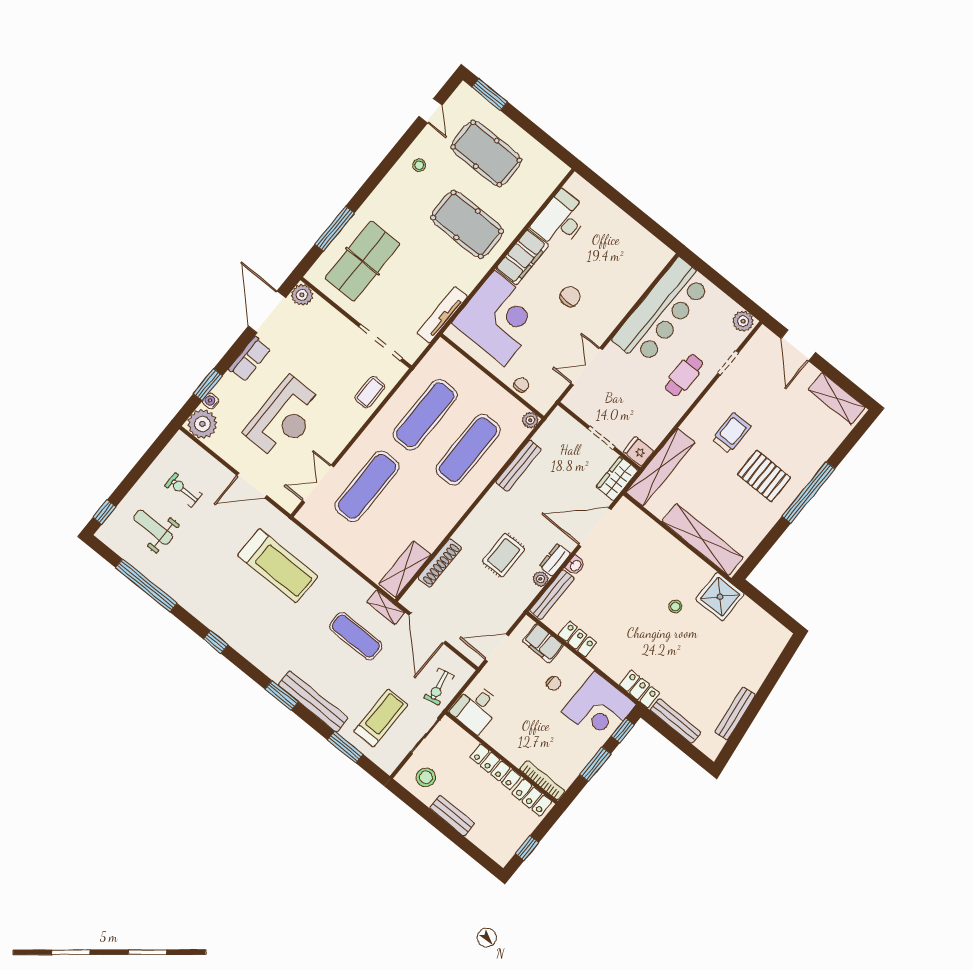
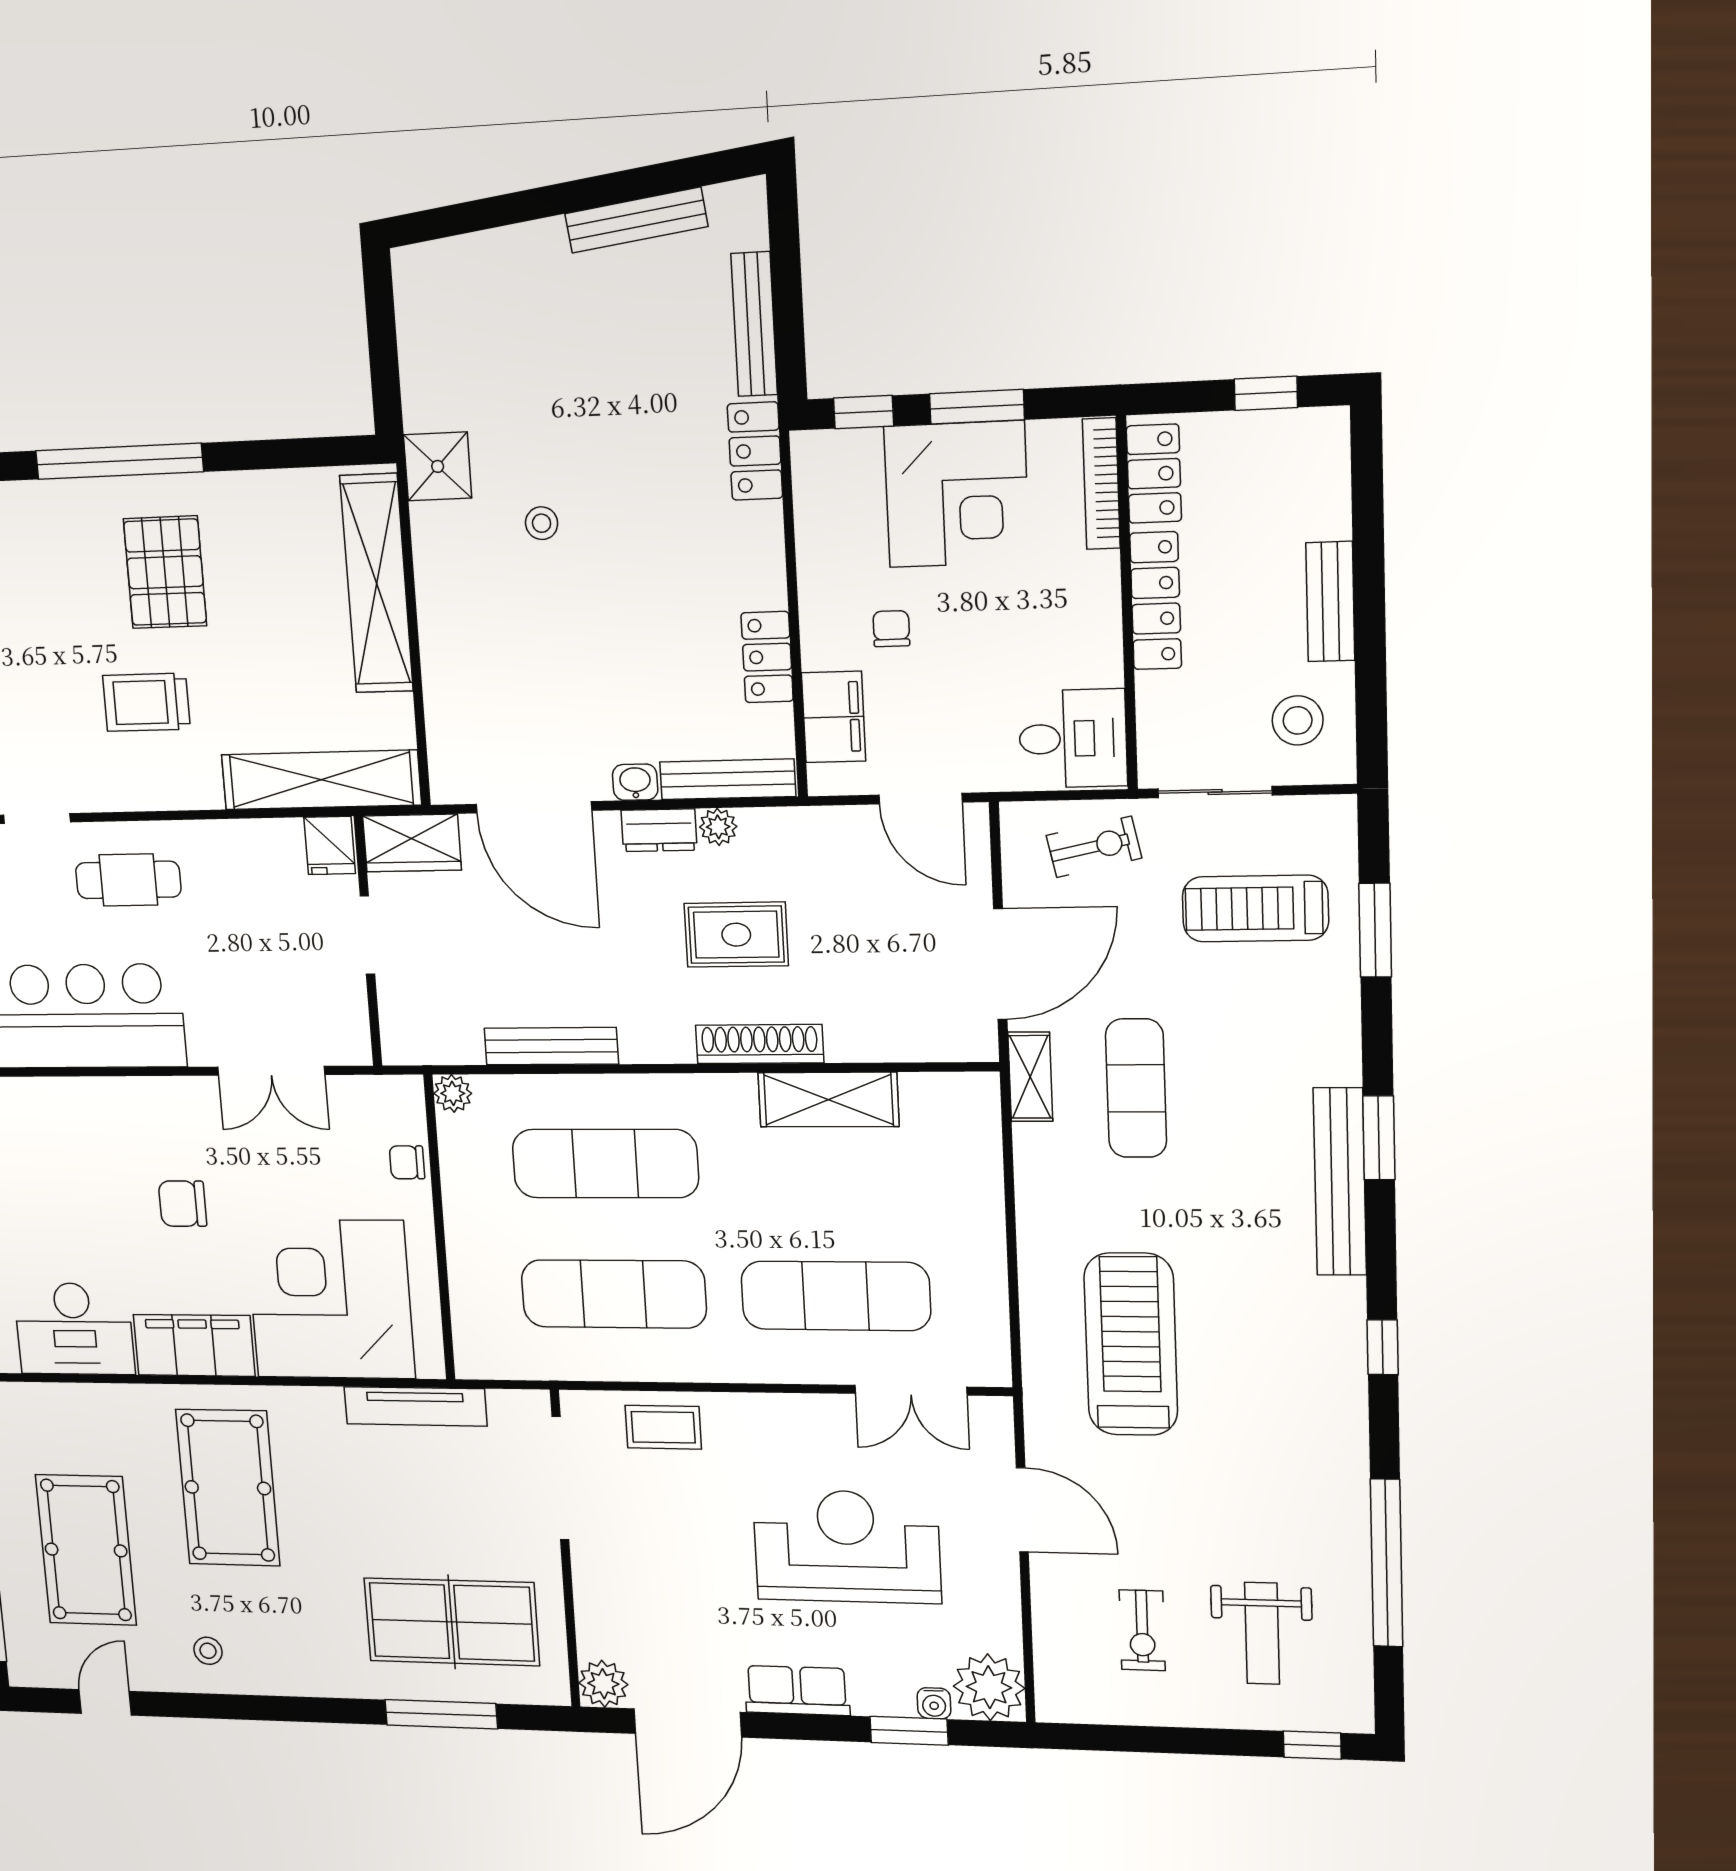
shoe rack: (440, 563) -> (760, 1044), moved
shelving: (405, 569) -> (828, 1100), moved
shower: (720, 597) -> (438, 466), width x0.73, depth x0.73
bench: (313, 701) -> (1340, 1182), moved
corner desk: (599, 708) -> (957, 494), moved, turned 90

